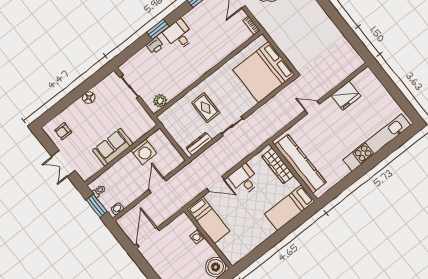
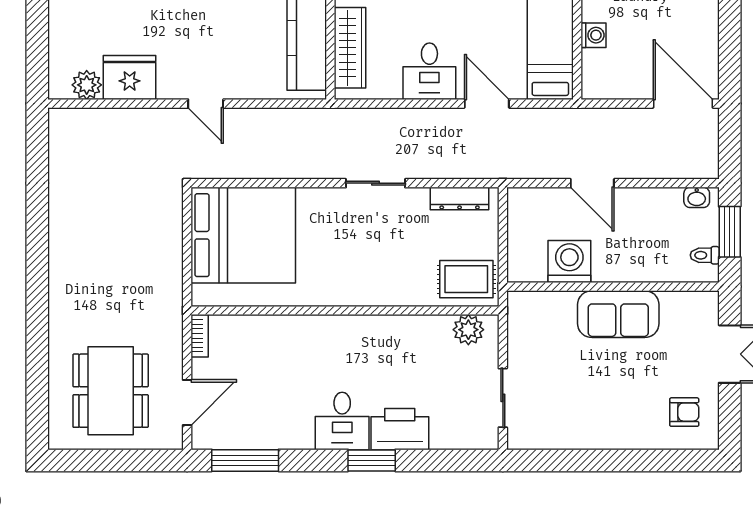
printer: (155, 46) -> (400, 429), width x1.87, depth x1.48
plant: (359, 81) -> (87, 85), added
floor lamp: (89, 98) -> (591, 436), removed
rug: (206, 108) -> (466, 279), moved, turned 90
door: (157, 185) -> (592, 183), hinge flipped
door: (148, 237) -> (683, 104), swing flipped

